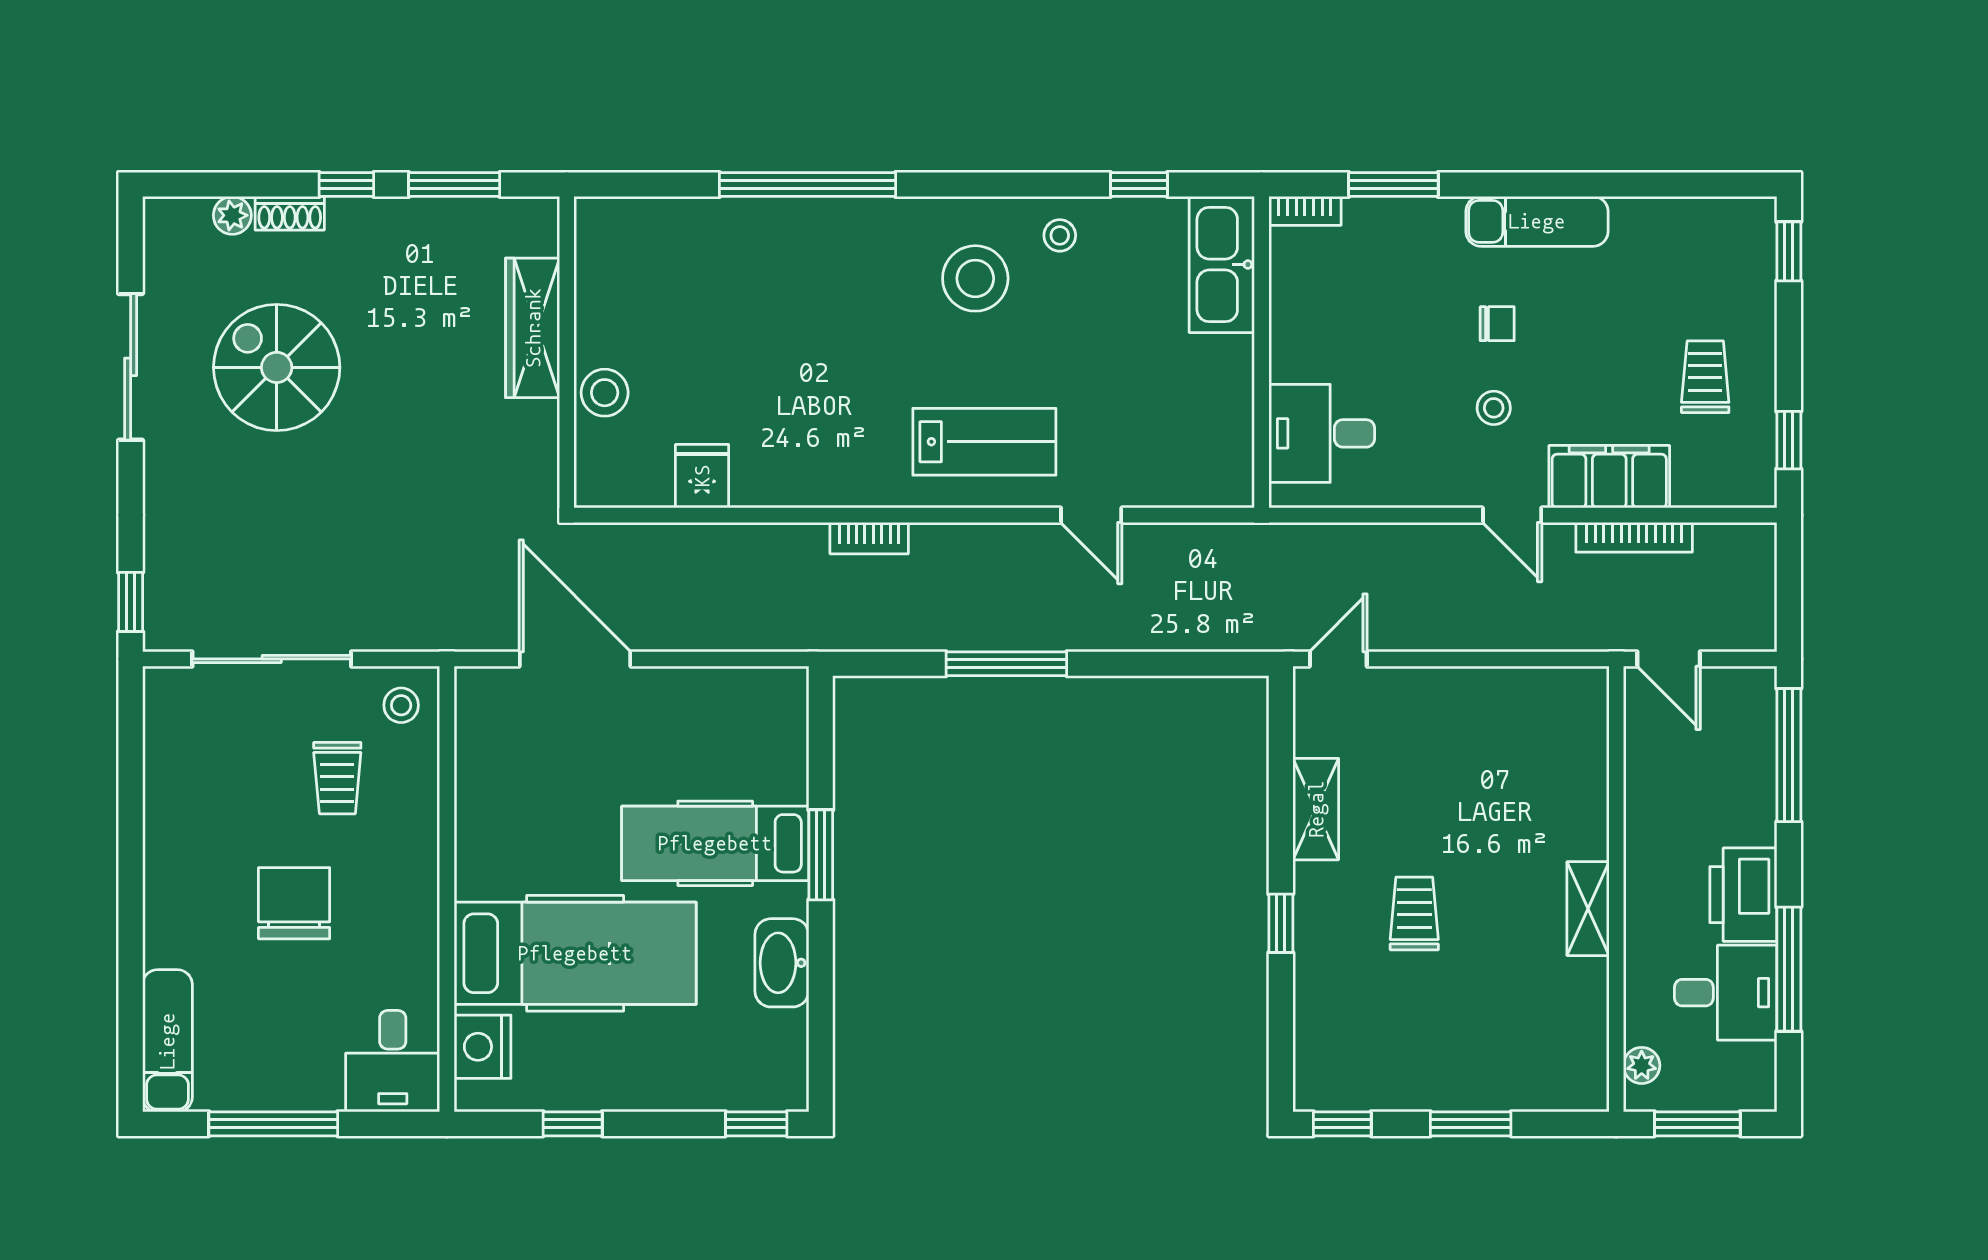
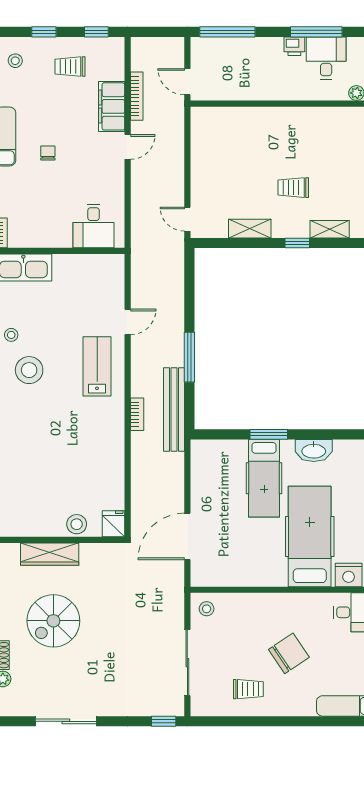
window: (1789, 251) -> (44, 32), moved
spiral stairs: (277, 367) -> (53, 621), moved
stool: (1494, 408) -> (15, 61), moved
fridge: (702, 476) -> (113, 524), moved, turned 90
bench: (881, 627) -> (174, 409), added
door: (1669, 659) -> (187, 82), swing flipped
trolley: (337, 778) -> (248, 689), moved
printer: (1743, 895) -> (294, 46), width x0.53, depth x0.68
chair: (294, 903) -> (289, 653), turned 146
shelving: (1588, 909) -> (330, 229), moved

